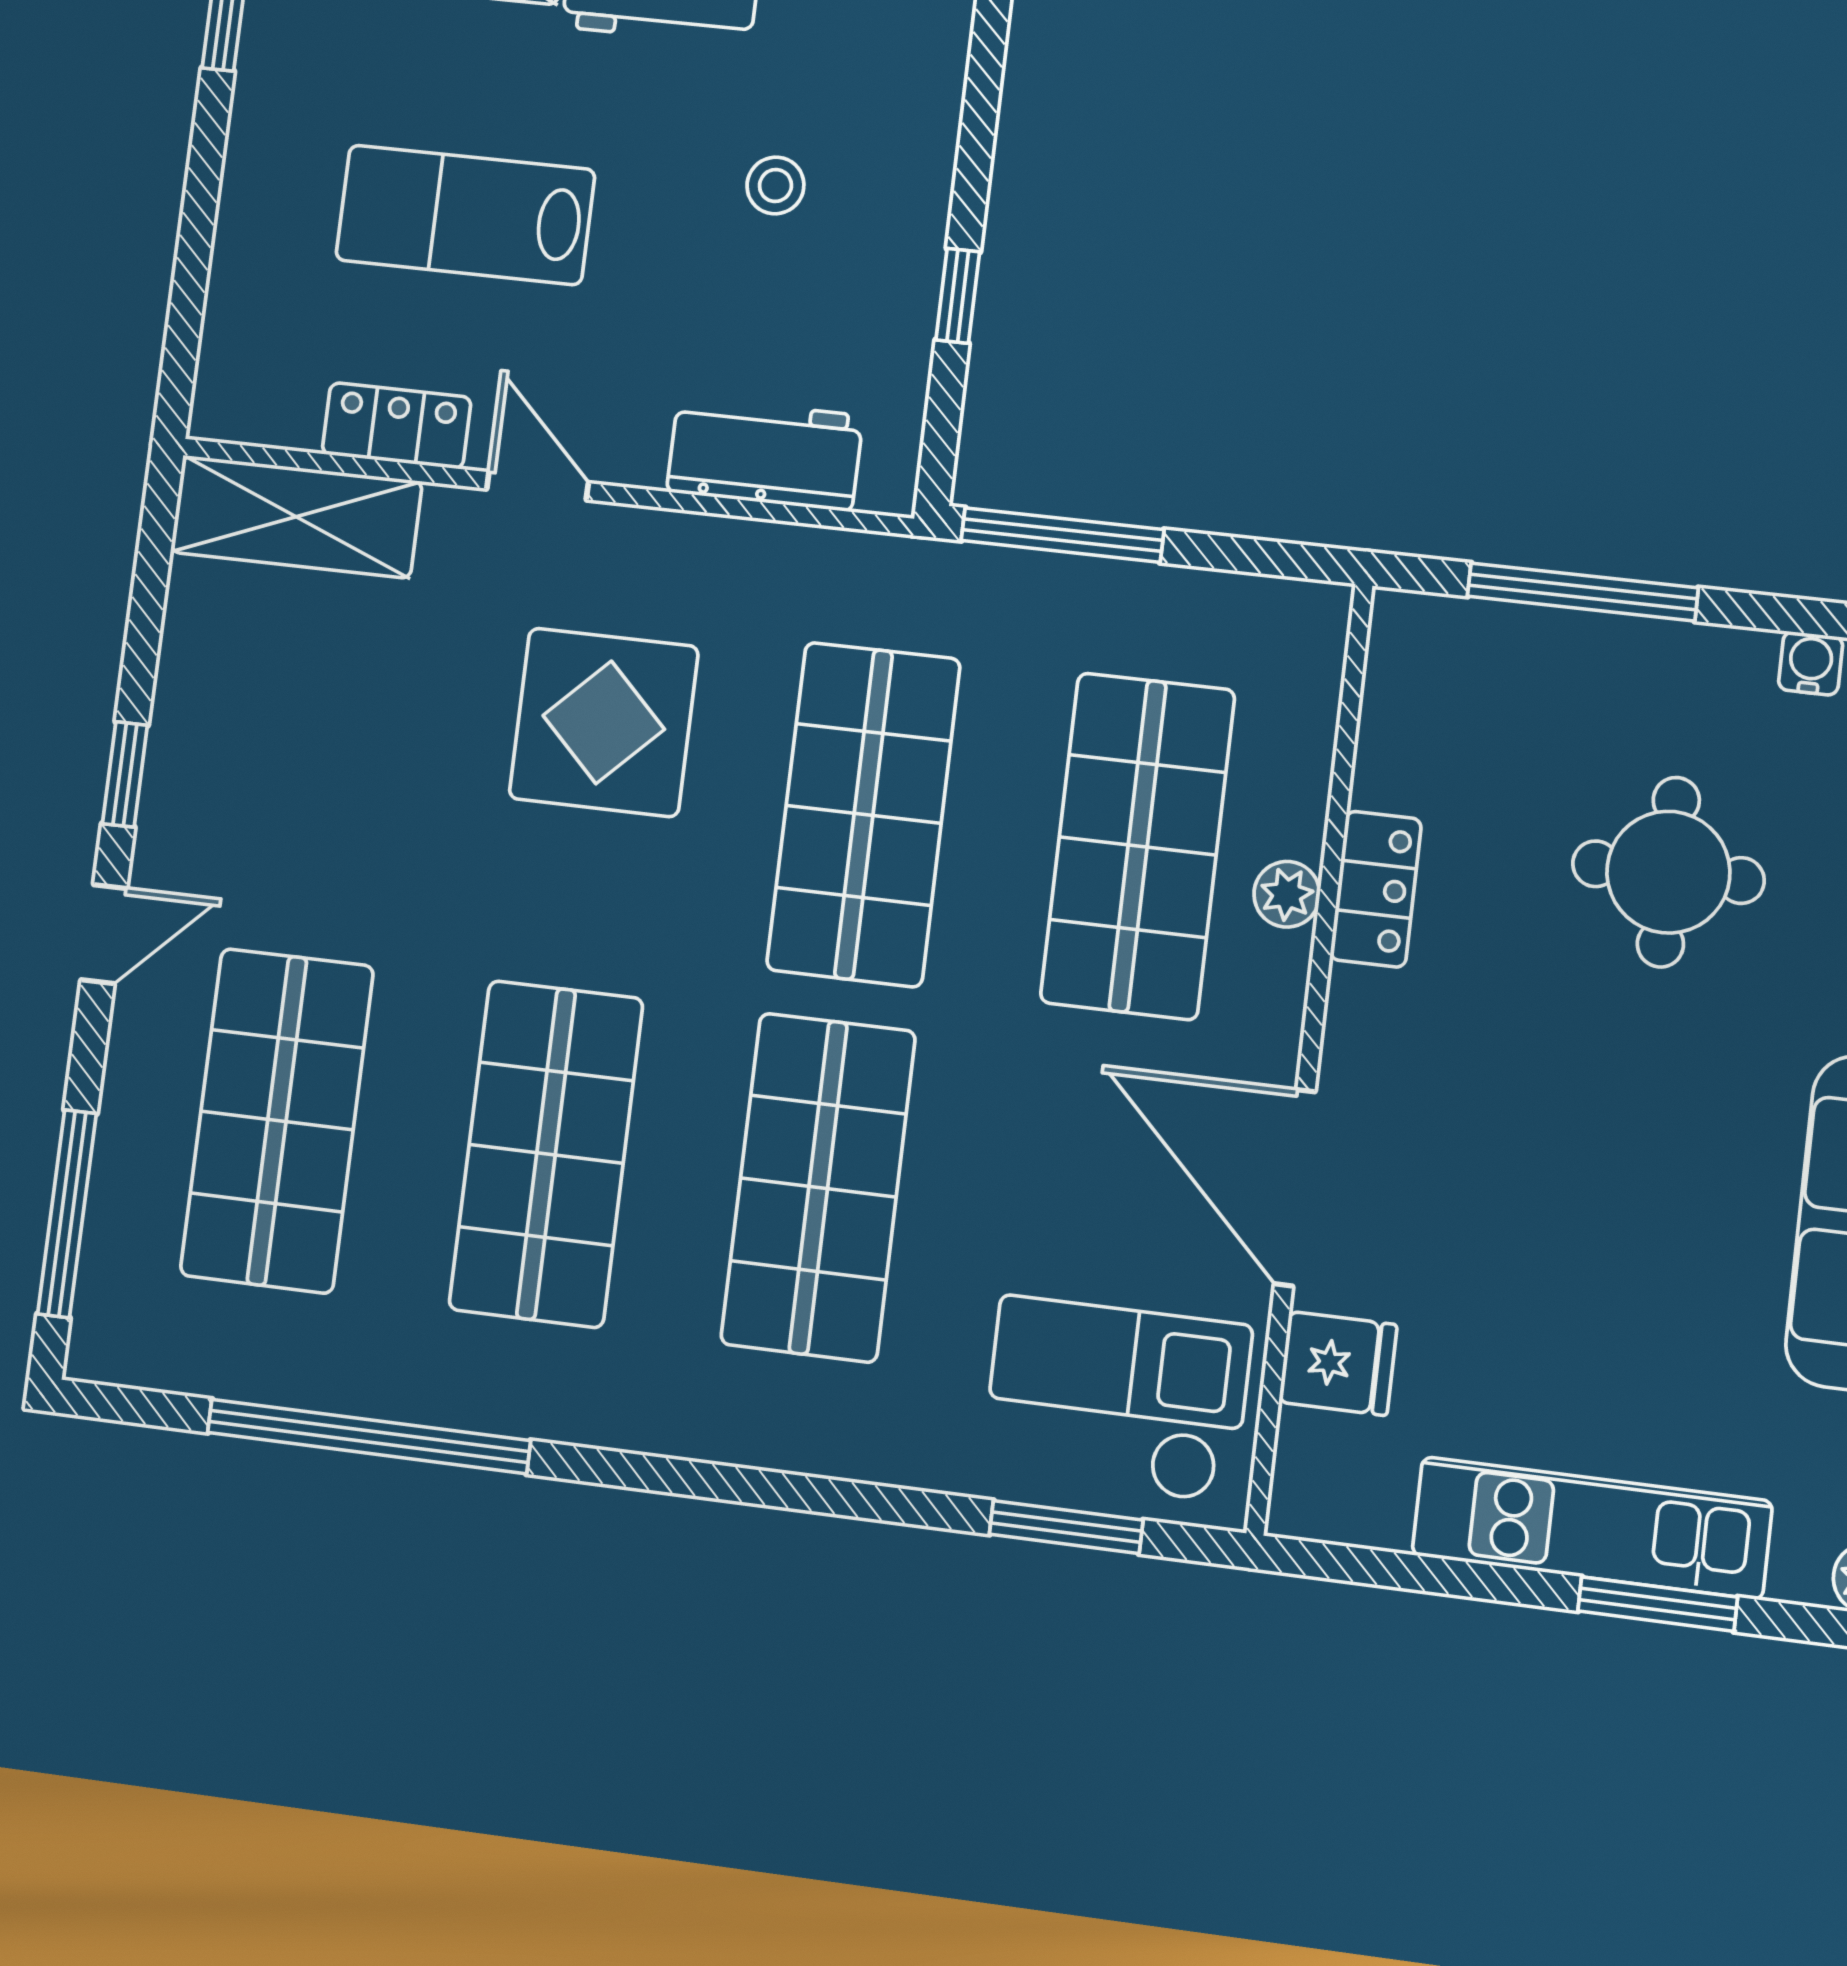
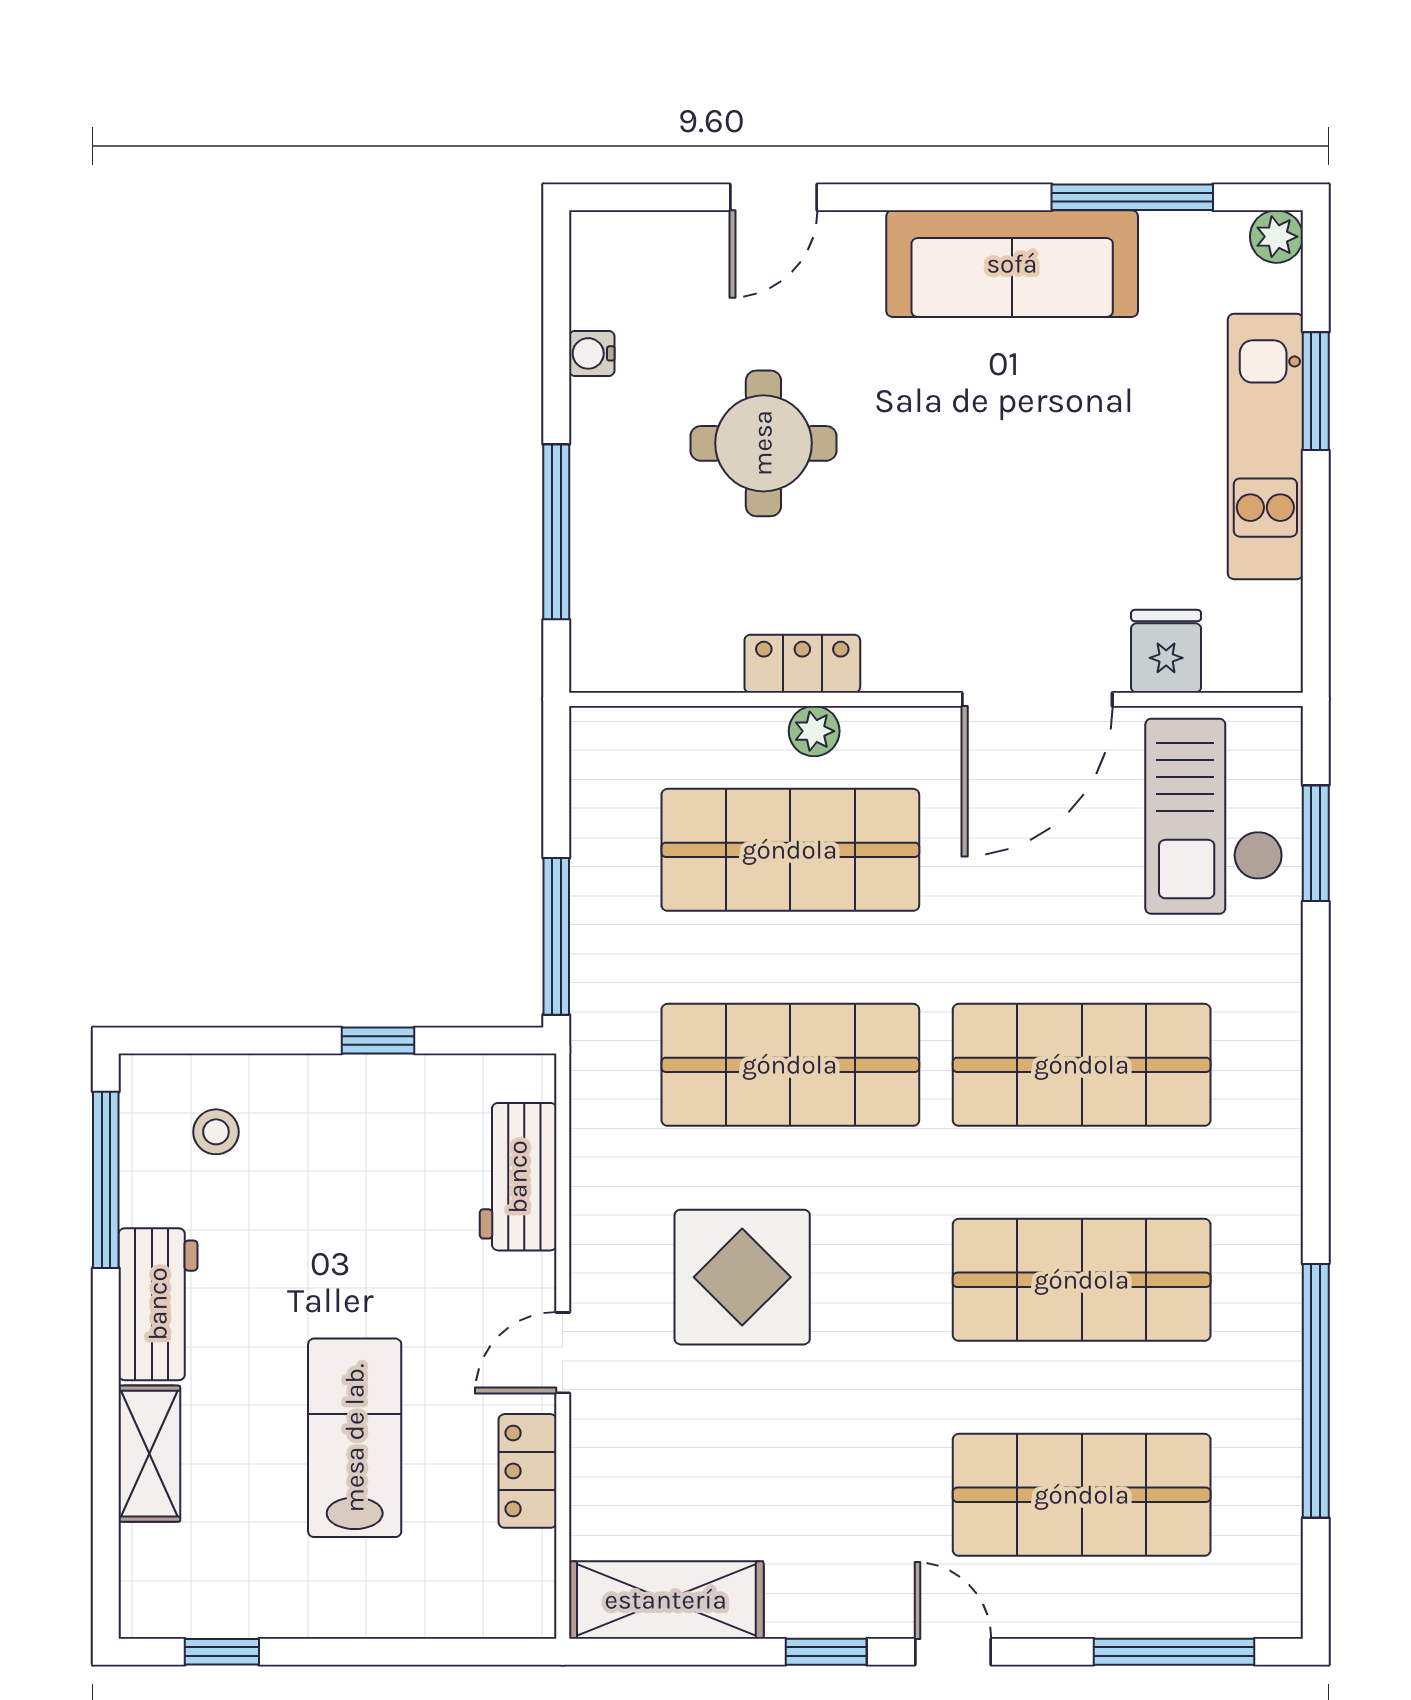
stool: (775, 185) -> (216, 1132), moved
lab bench: (465, 215) -> (355, 1438), turned 180
shelving: (296, 517) -> (666, 1600), moved, turned 90

